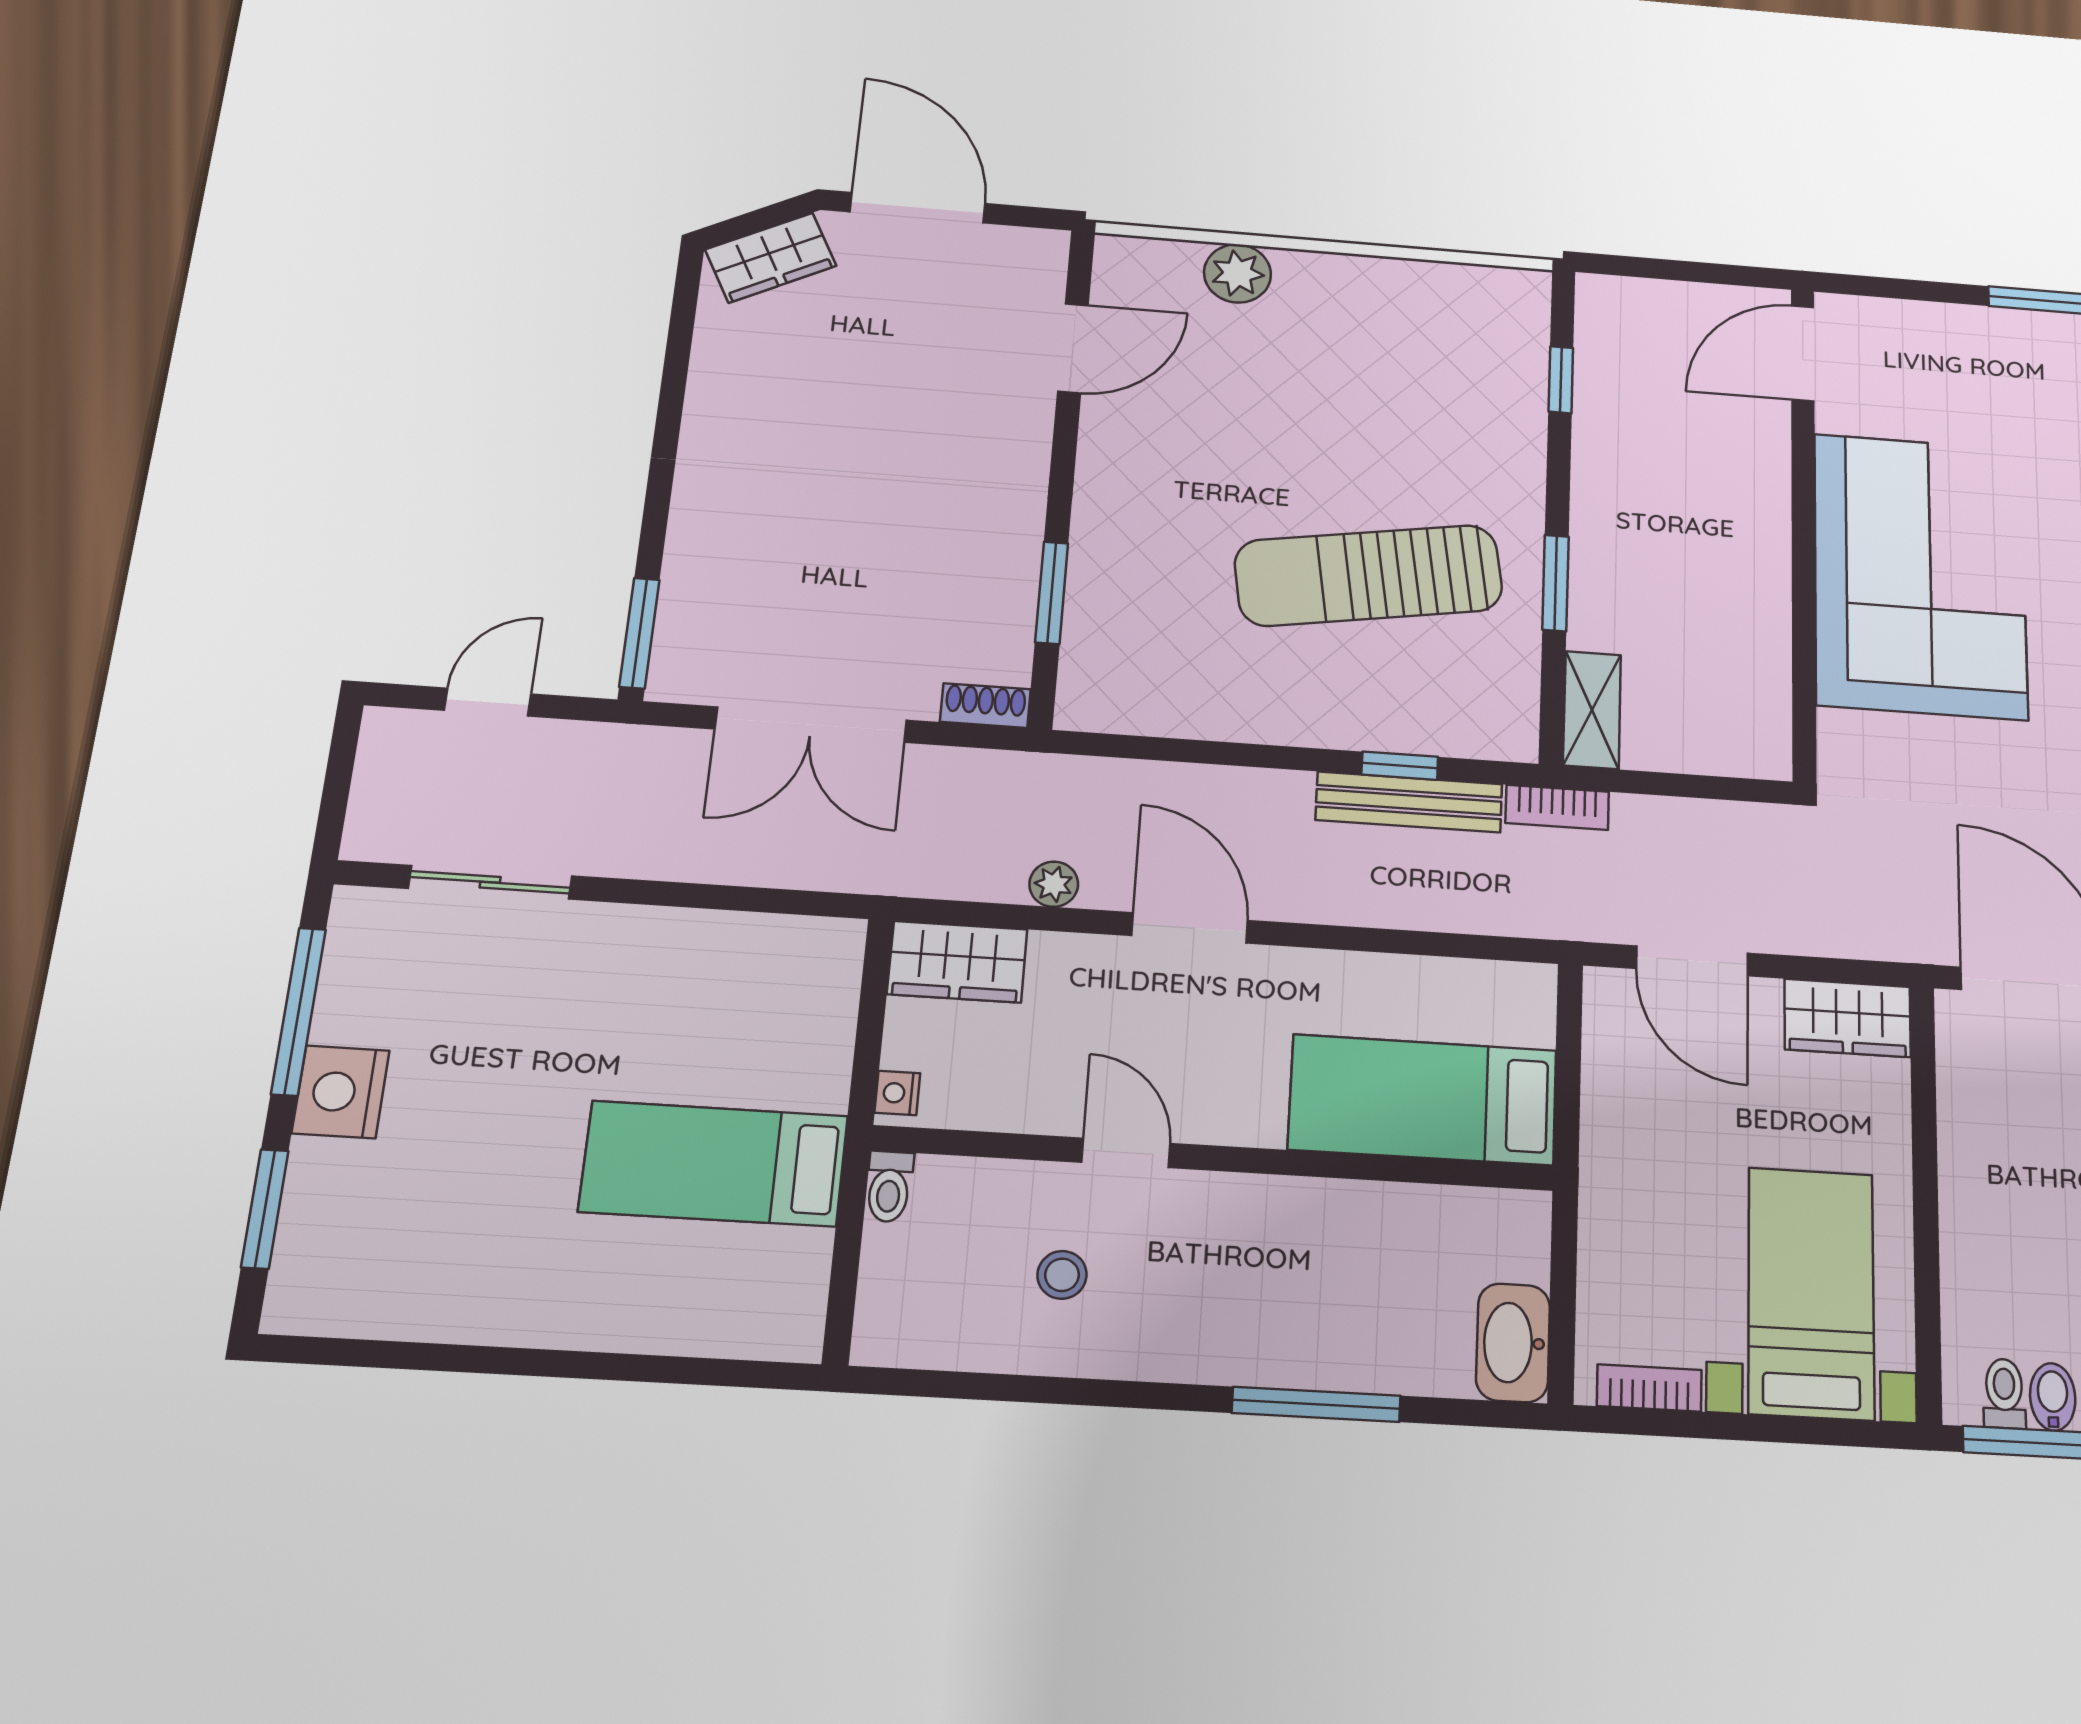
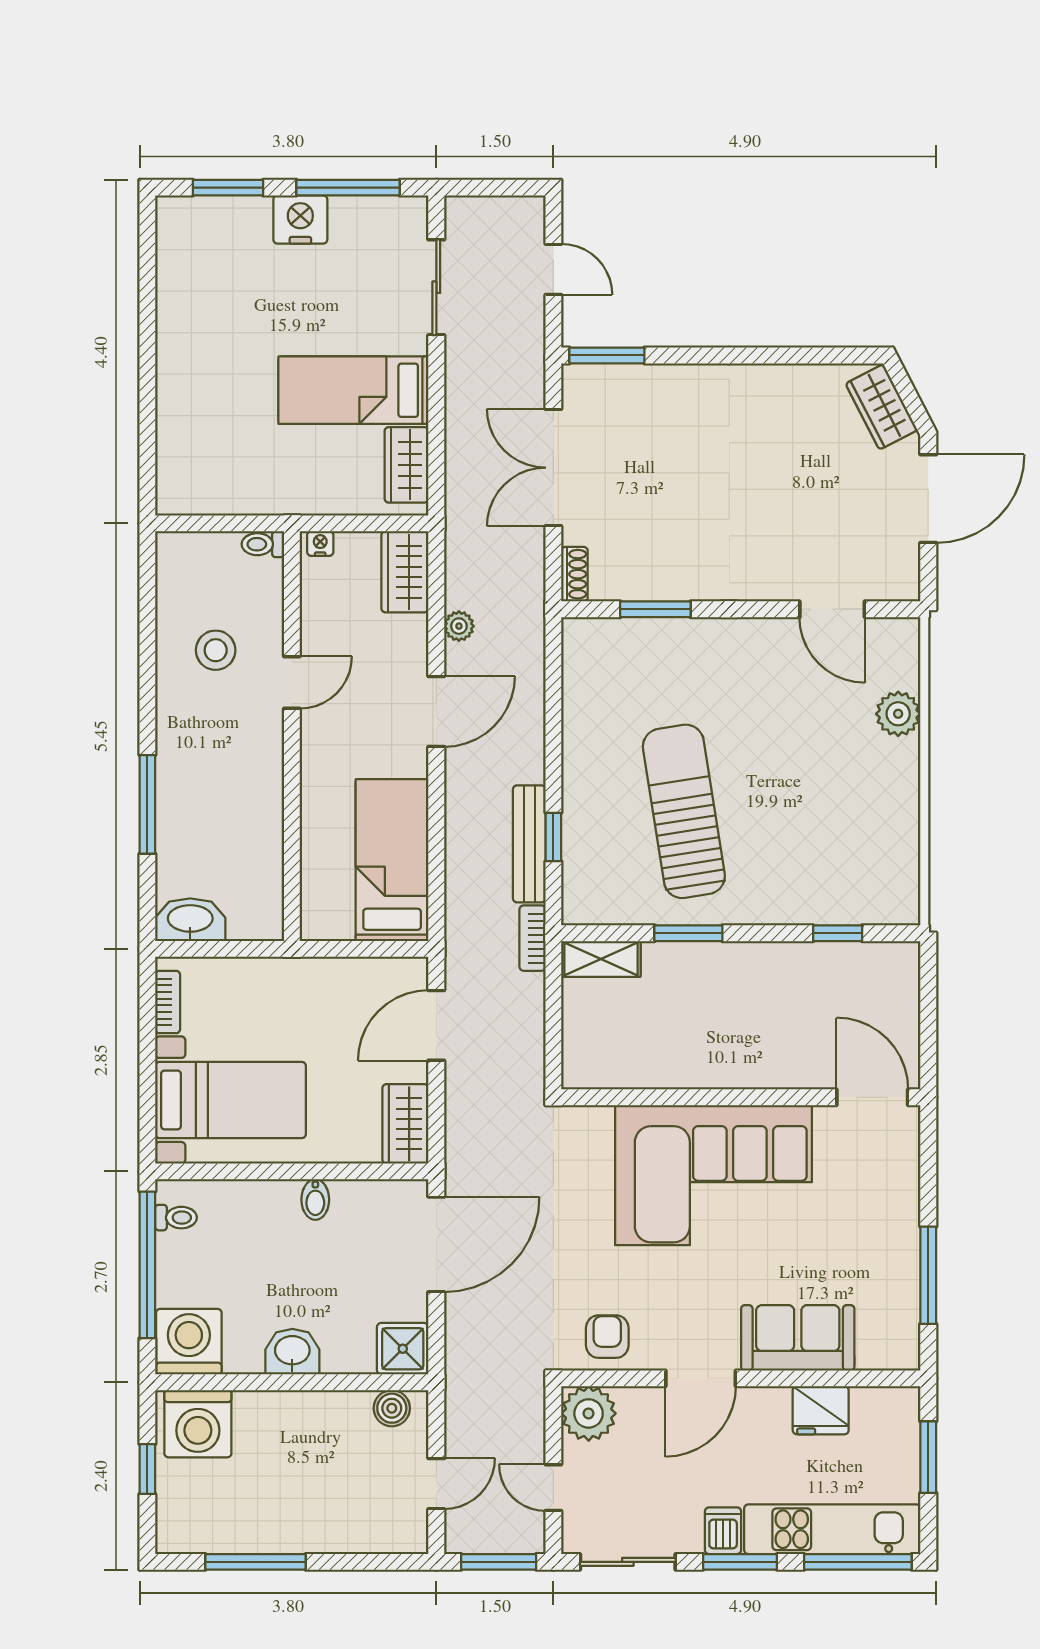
wardrobe: (781, 948) -> (407, 465), added
bed: (1423, 1100) -> (392, 860), moved
bed: (714, 1164) -> (353, 390), moved, turned -90
stool: (1062, 1275) -> (216, 650), width x1.37, depth x1.37
bidet: (2053, 1397) -> (315, 1200), moved, turned 90

